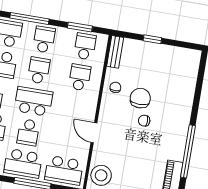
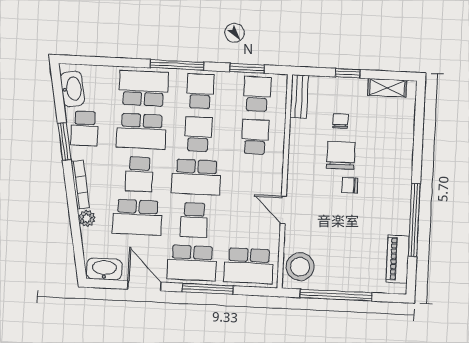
shelving: (180, 53) -> (387, 88), added
chair: (115, 87) -> (340, 121), moved
school desk: (34, 101) -> (196, 177), turned 180

